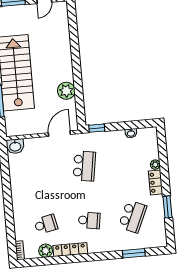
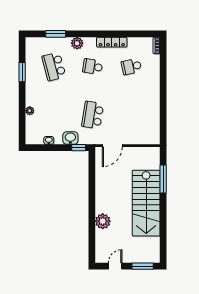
plant: (66, 91) -> (103, 221), moved
washbasin: (15, 146) -> (70, 138), moved
locker: (156, 182) -> (31, 95), removed
school desk: (133, 216) -> (54, 67), turned -39
plant: (46, 251) -> (77, 43), moved

